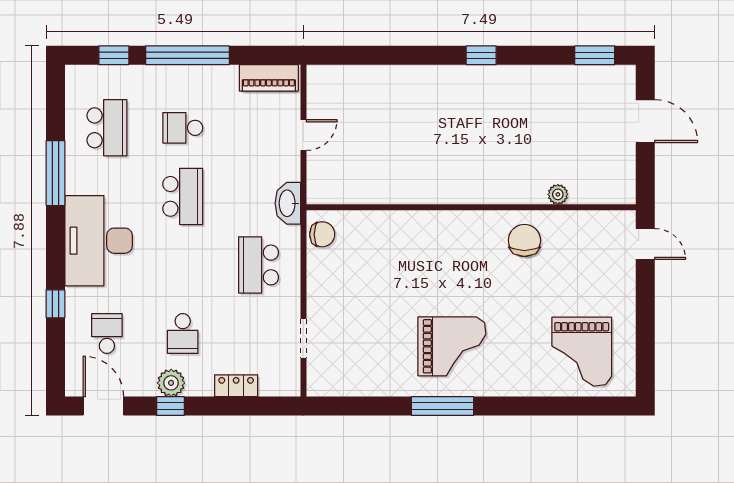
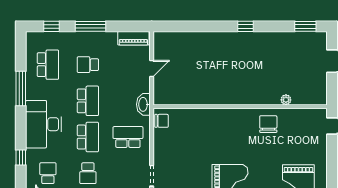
window: (187, 55) -> (90, 26), width x0.68
school desk: (183, 265) -> (88, 137), added
school desk: (259, 265) -> (128, 137), turned 90

